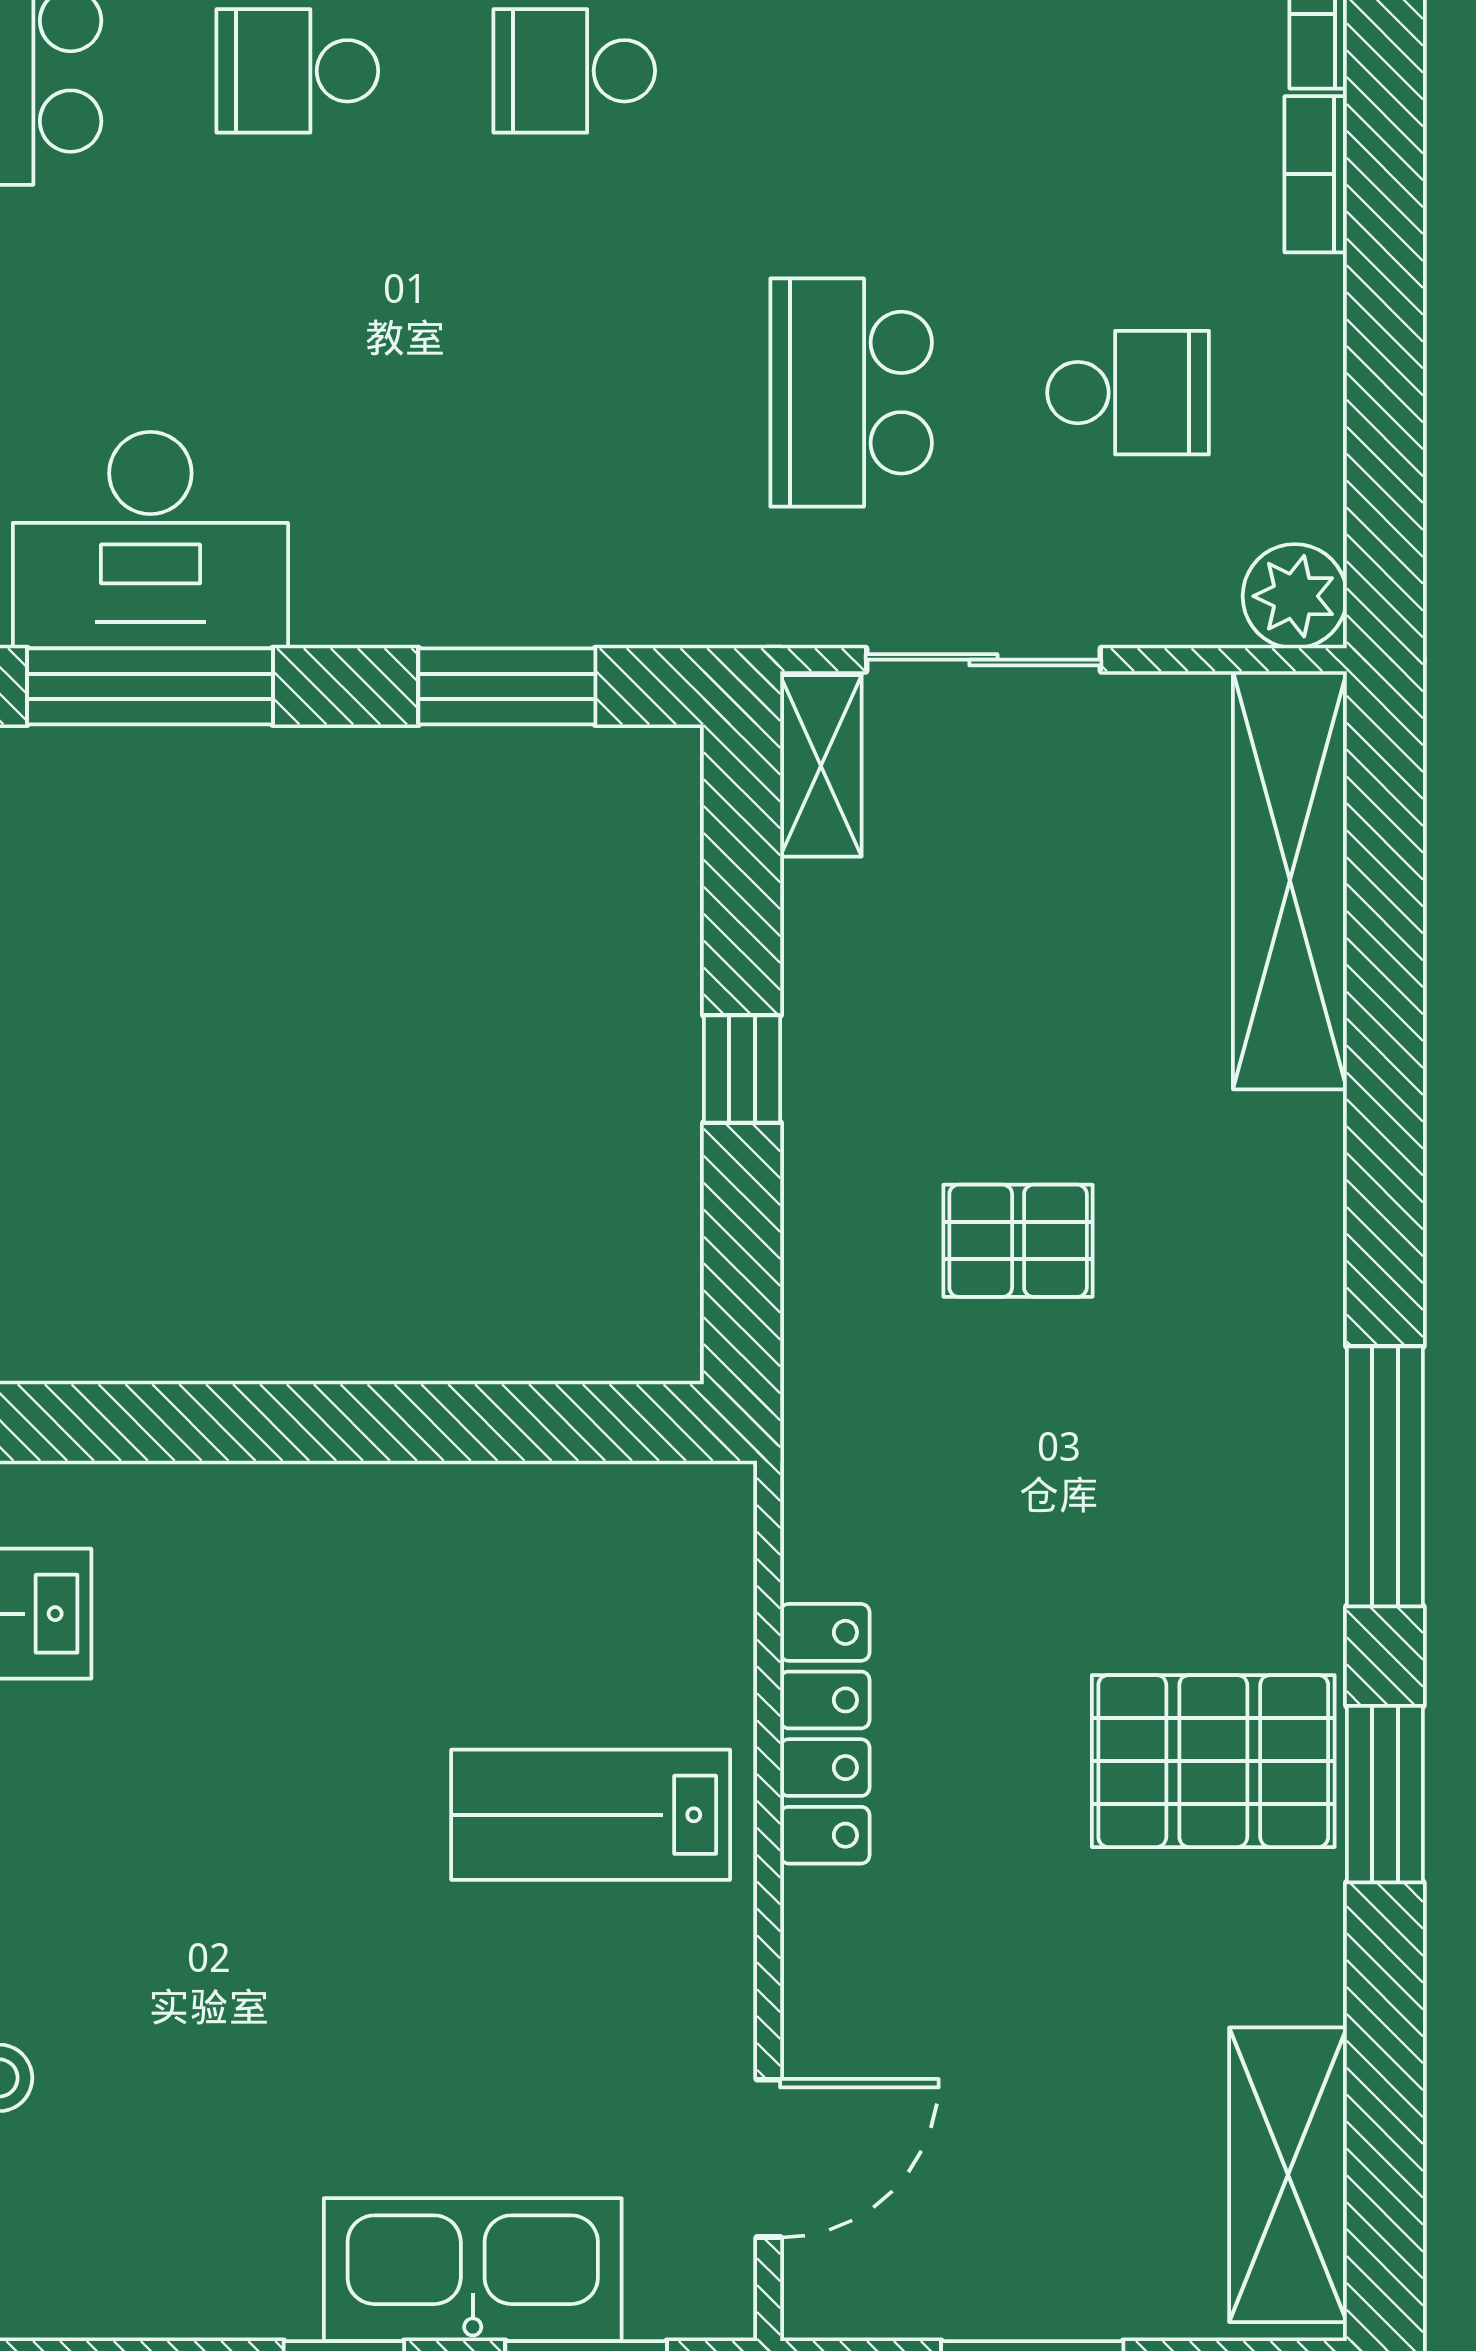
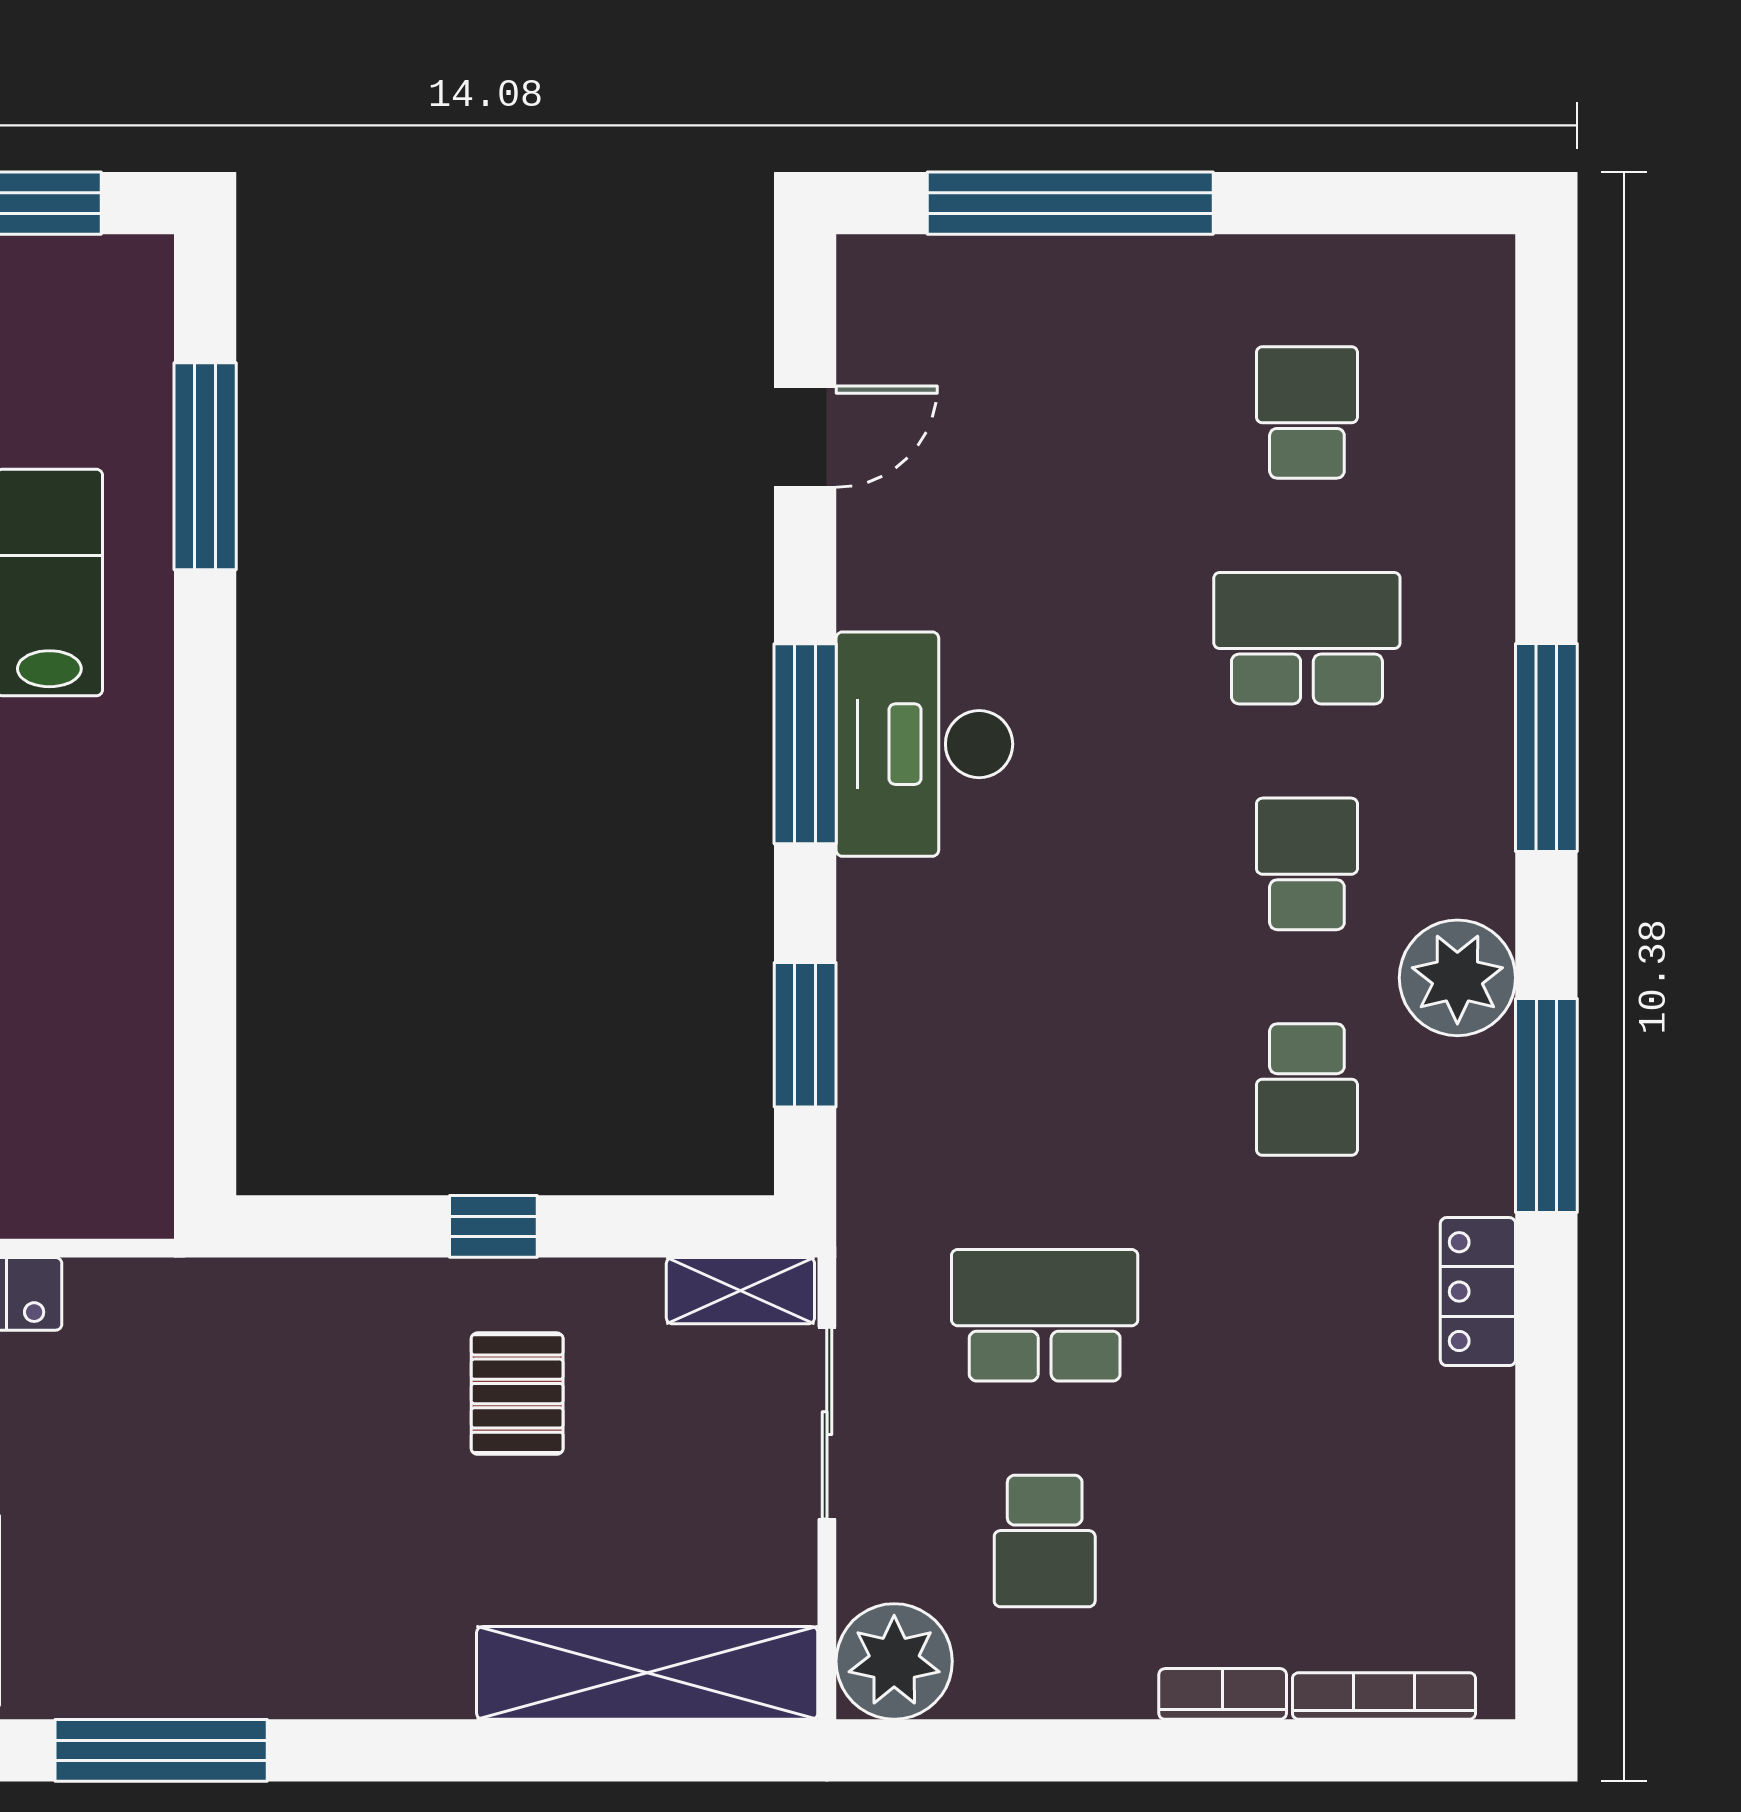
school desk: (574, 71) -> (1307, 1090), turned 180
plant: (1295, 596) -> (894, 1661), width x1.36, depth x1.36
pallet: (1018, 1241) -> (517, 1394), moved

